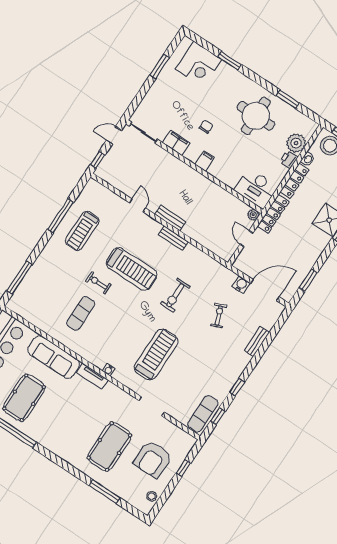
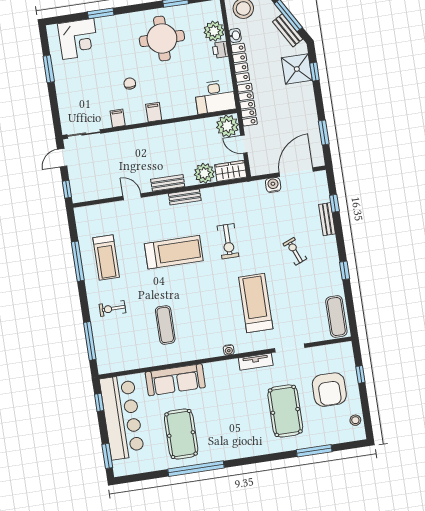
filing cabinet: (176, 143) -> (118, 118), width x0.50
plant: (253, 215) -> (227, 126), width x1.88, depth x1.88
plant: (201, 234) -> (204, 173), added
wardrobe: (221, 249) -> (231, 171), added
exercise bike: (98, 283) -> (112, 309), moved
exercise bike: (219, 316) -> (295, 251), moved
tv unit: (92, 376) -> (256, 362), moved
window: (218, 416) -> (334, 203), moved

